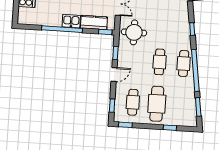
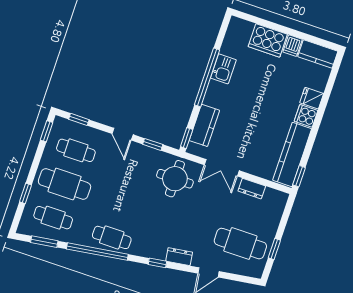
dresser: (184, 16) -> (179, 257), added
kitchen sink: (71, 21) -> (223, 69), moved
cafe table: (160, 62) -> (53, 218), moved

